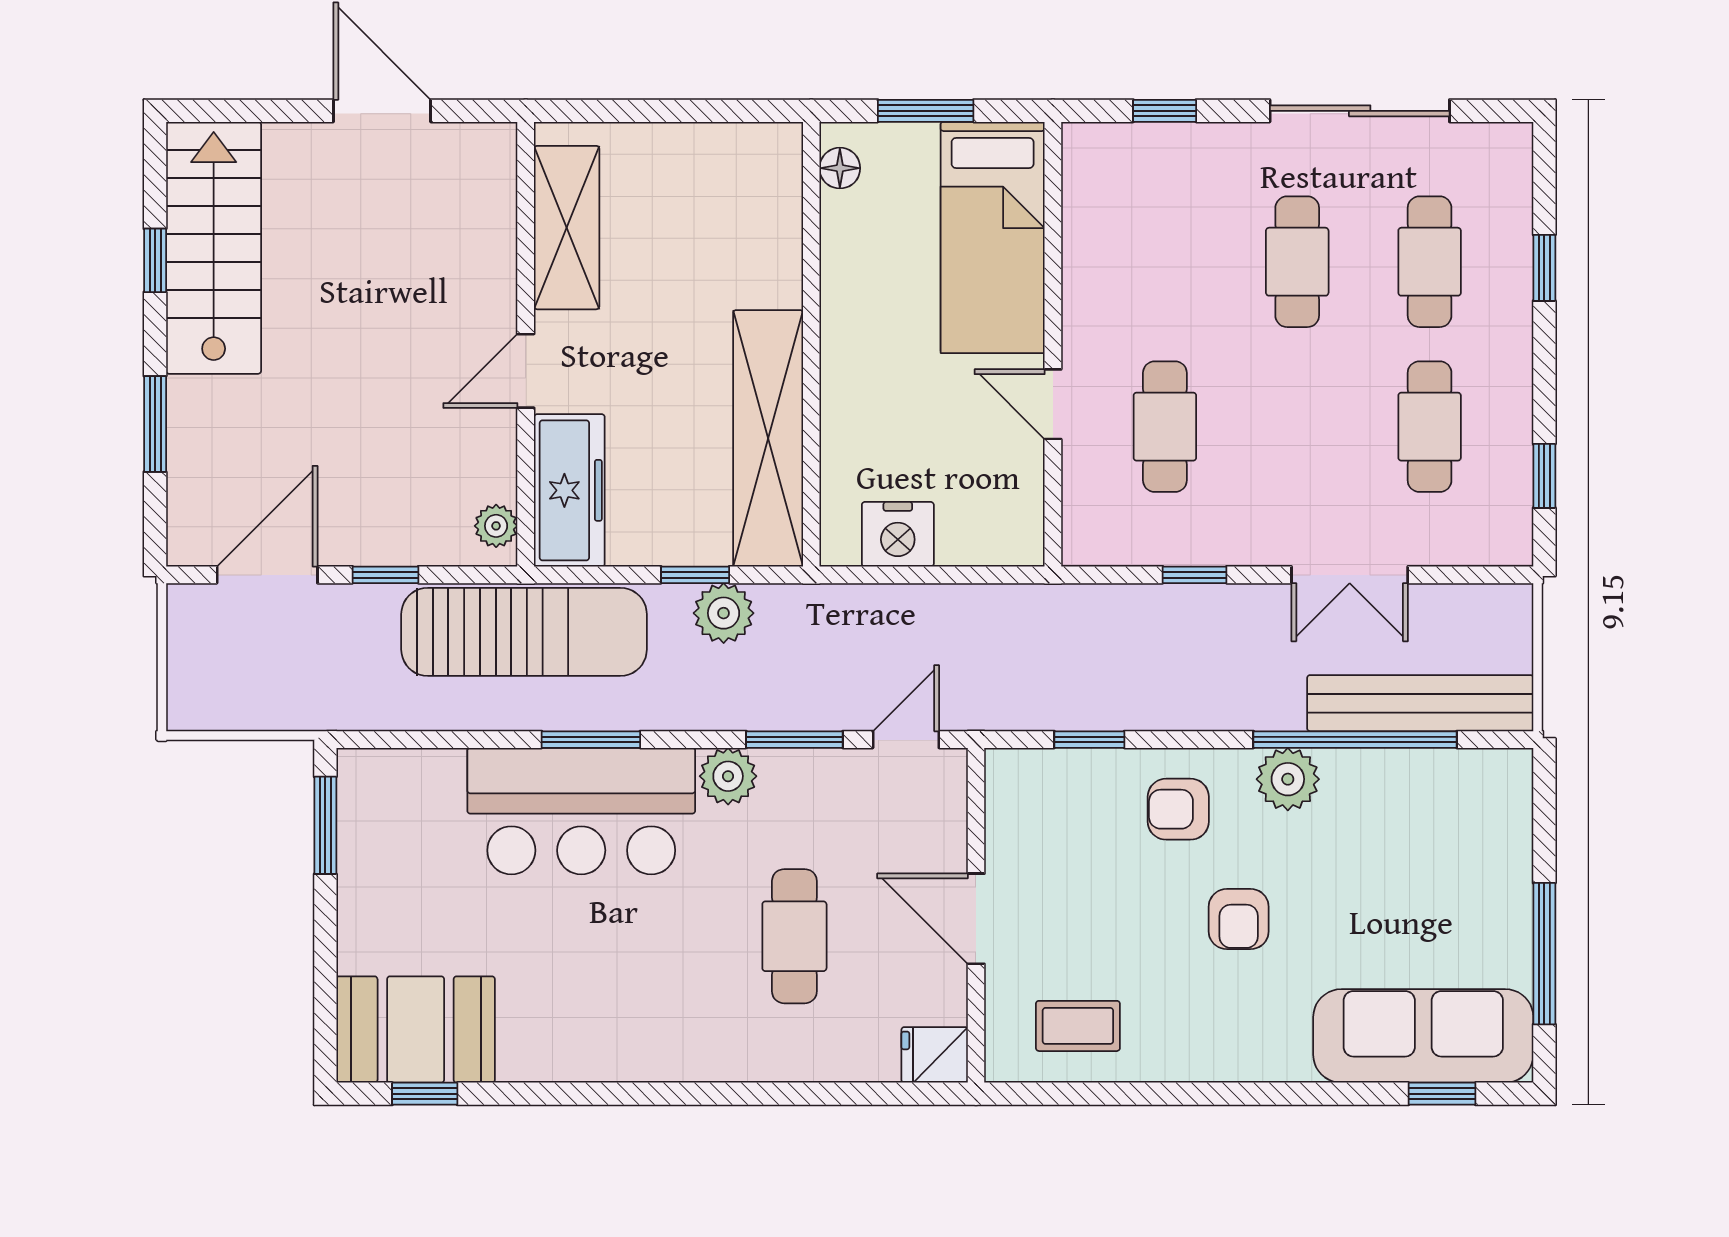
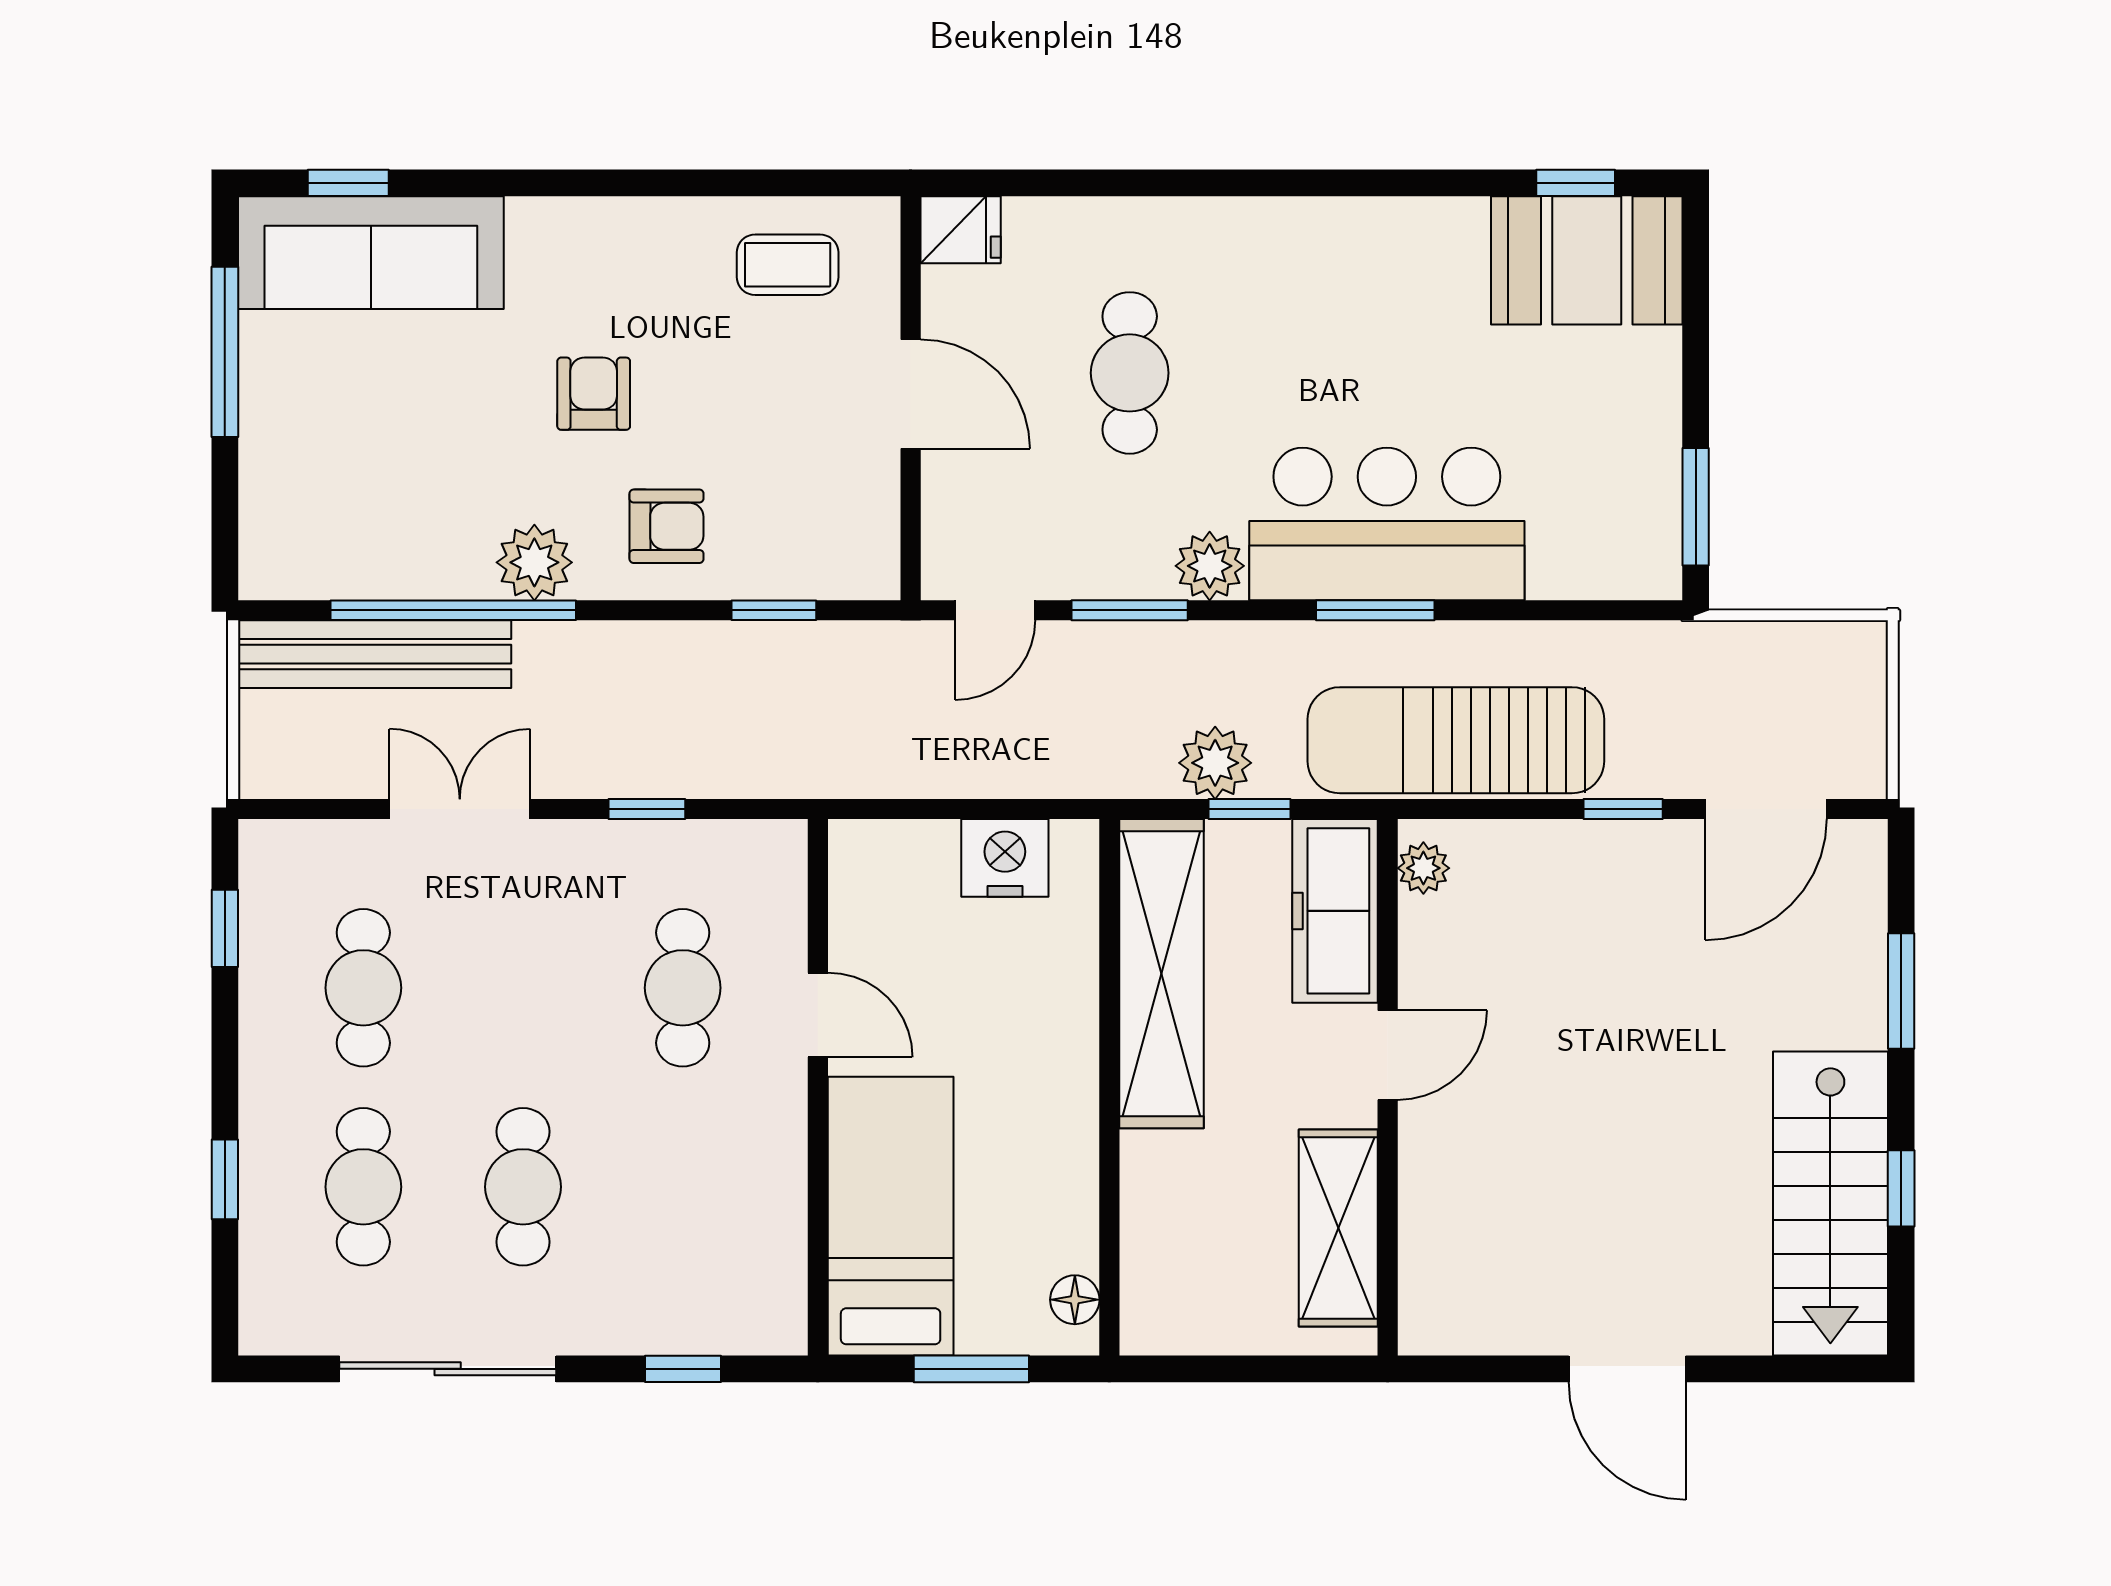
shelving: (567, 228) -> (1338, 1228), moved
wall: (526, 344) -> (1388, 1087), moved
door: (526, 371) -> (1388, 1055), moved
freezer: (569, 490) -> (1335, 911), moved
plant: (496, 526) -> (1423, 868), moved

